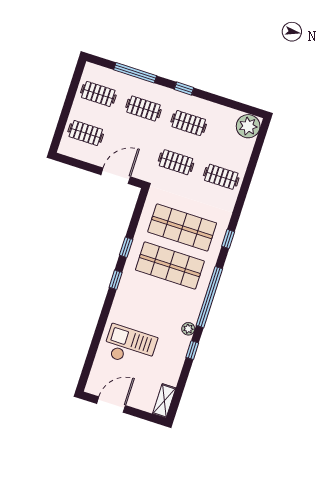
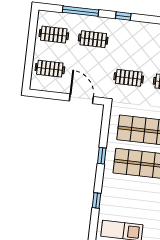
clothes rail: (189, 123) -> (133, 44), removed
door: (116, 176) -> (81, 99), hinge flipped
window: (116, 280) -> (97, 200), moved

